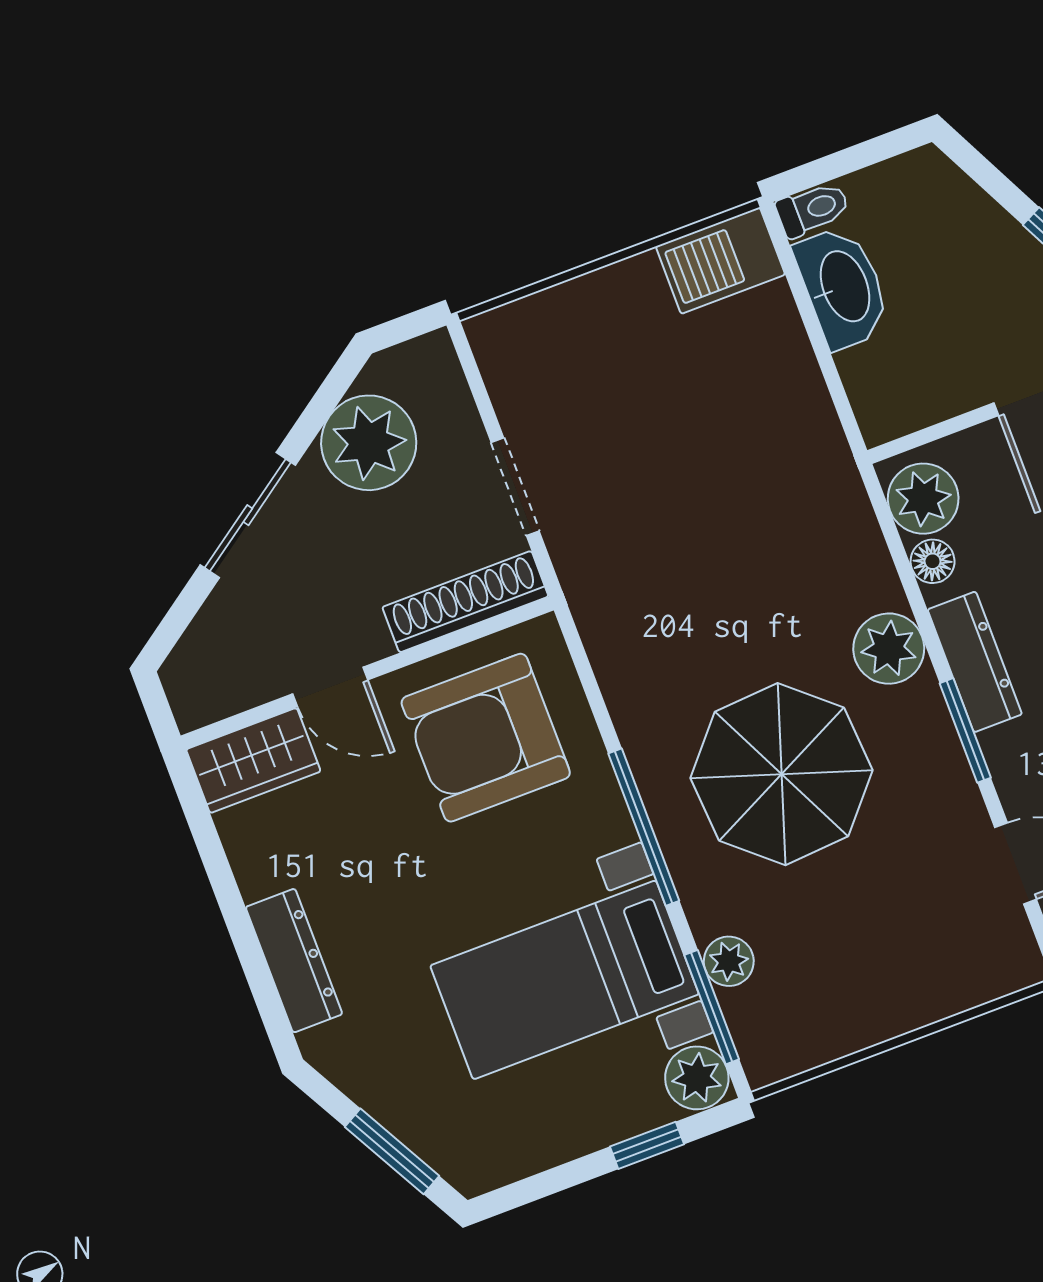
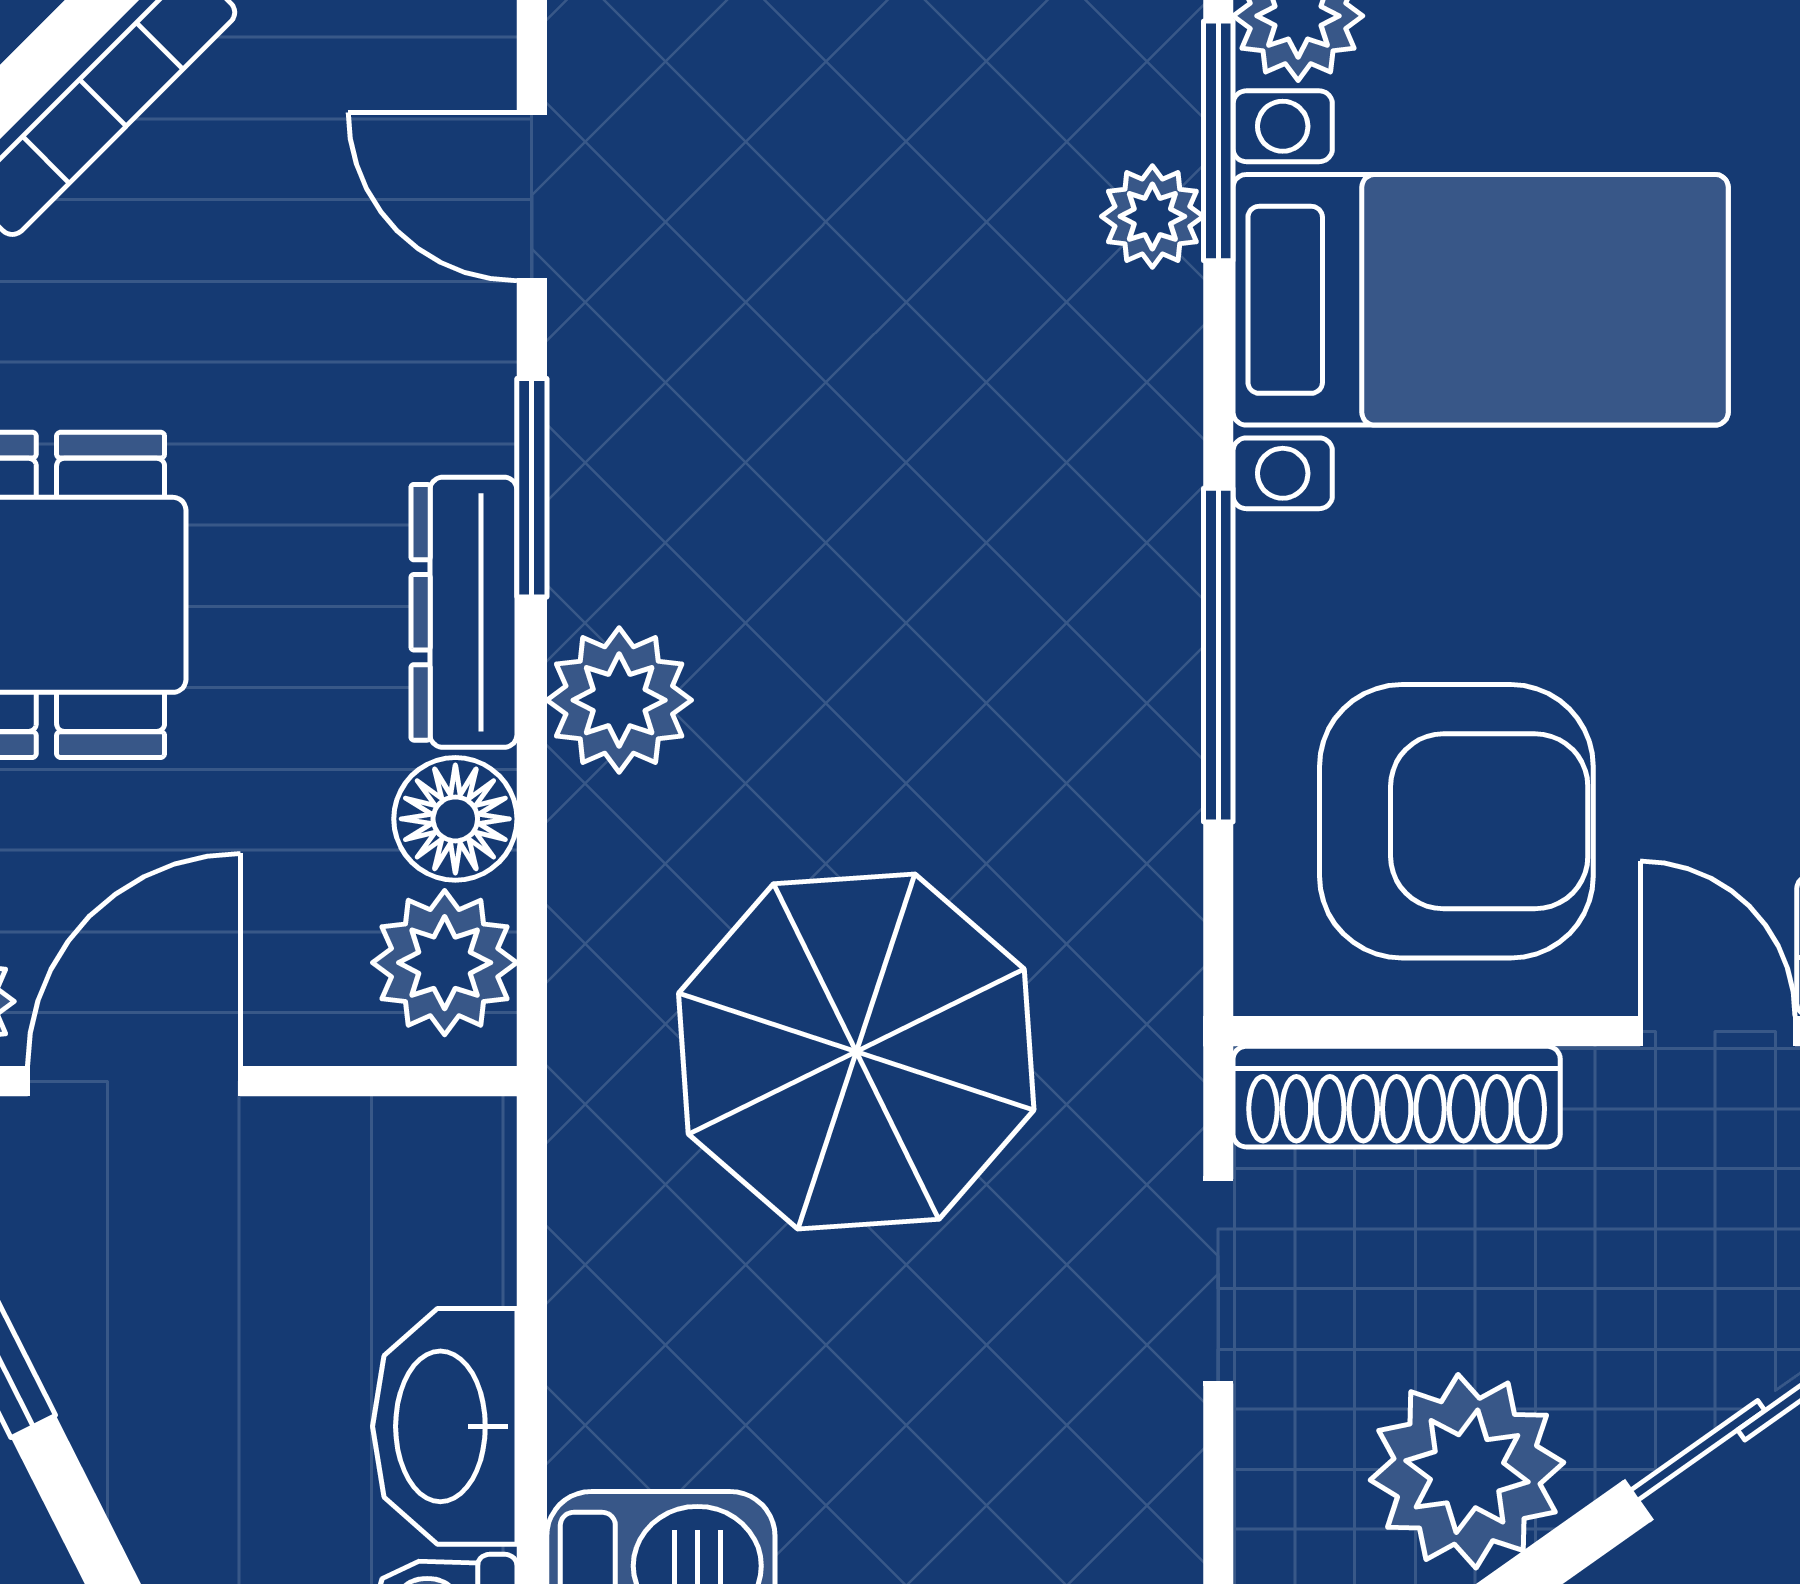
floor lamp: (933, 561) -> (455, 819), width x1.37, depth x1.37
parasol: (781, 774) -> (856, 1052), moved
window: (644, 827) -> (1218, 655), moved

